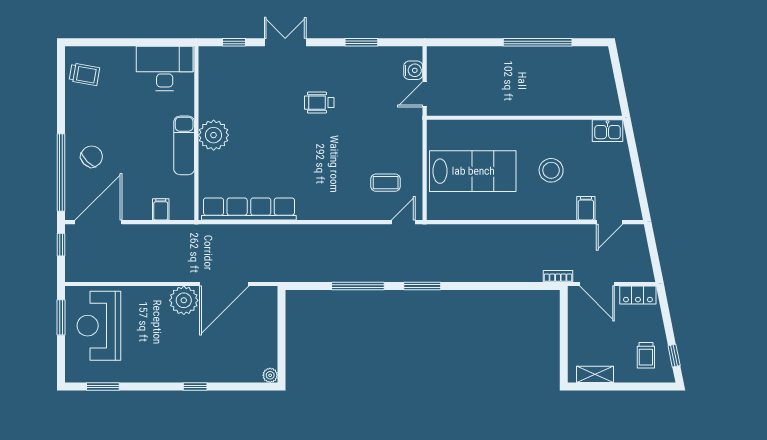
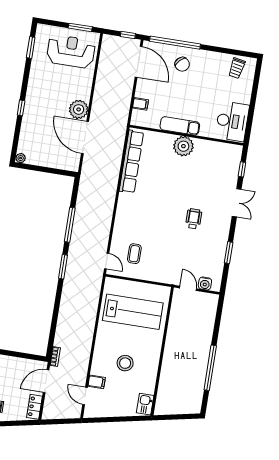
lab bench: (473, 171) -> (133, 312), turned -90

